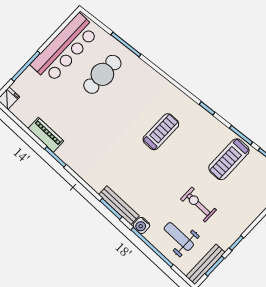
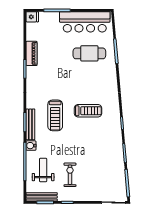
treadmill: (229, 159) -> (55, 115), moved, turned -90
exercise bike: (198, 205) -> (70, 175), moved

